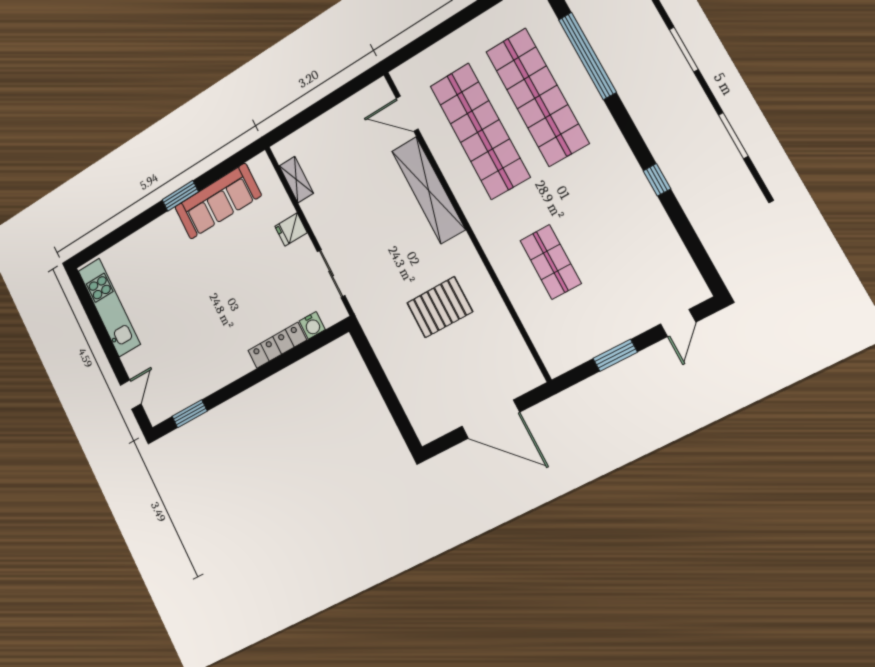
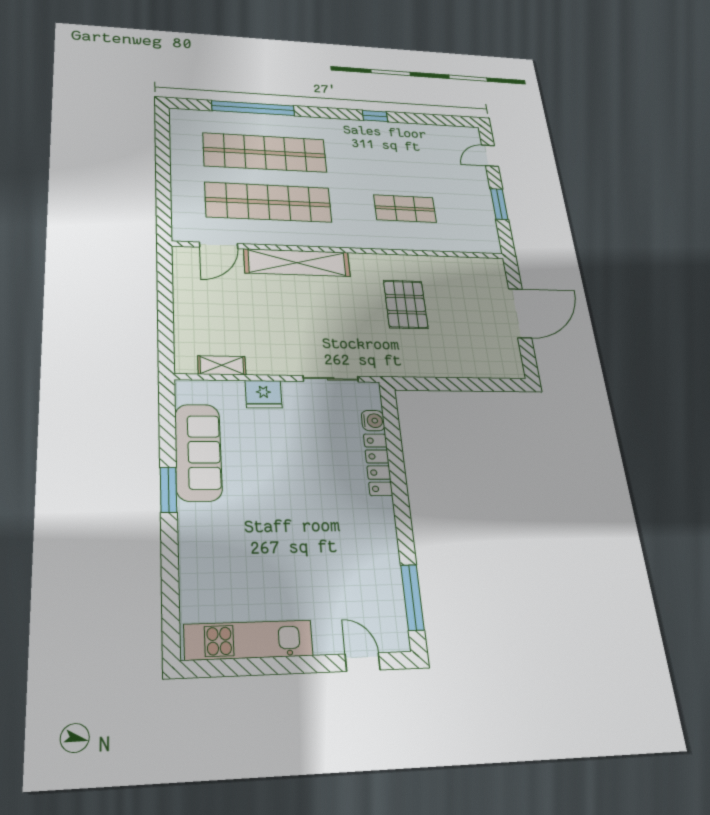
fridge: (291, 230) -> (263, 394), width x1.38
door: (678, 323) -> (490, 156), swing flipped
window: (190, 414) -> (412, 597), width x1.44

